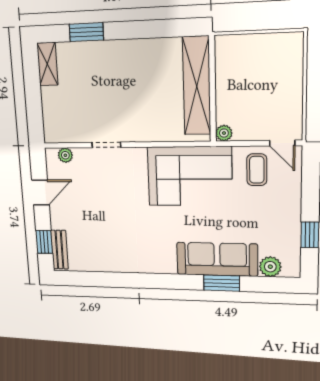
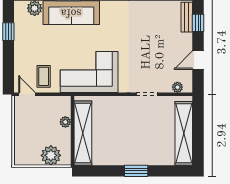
window: (86, 32) -> (136, 171), moved
plant: (245, 50) -> (51, 155), added
shelving: (47, 64) -> (184, 133), width x2.20, depth x1.33
plant: (224, 133) -> (65, 122), moved

